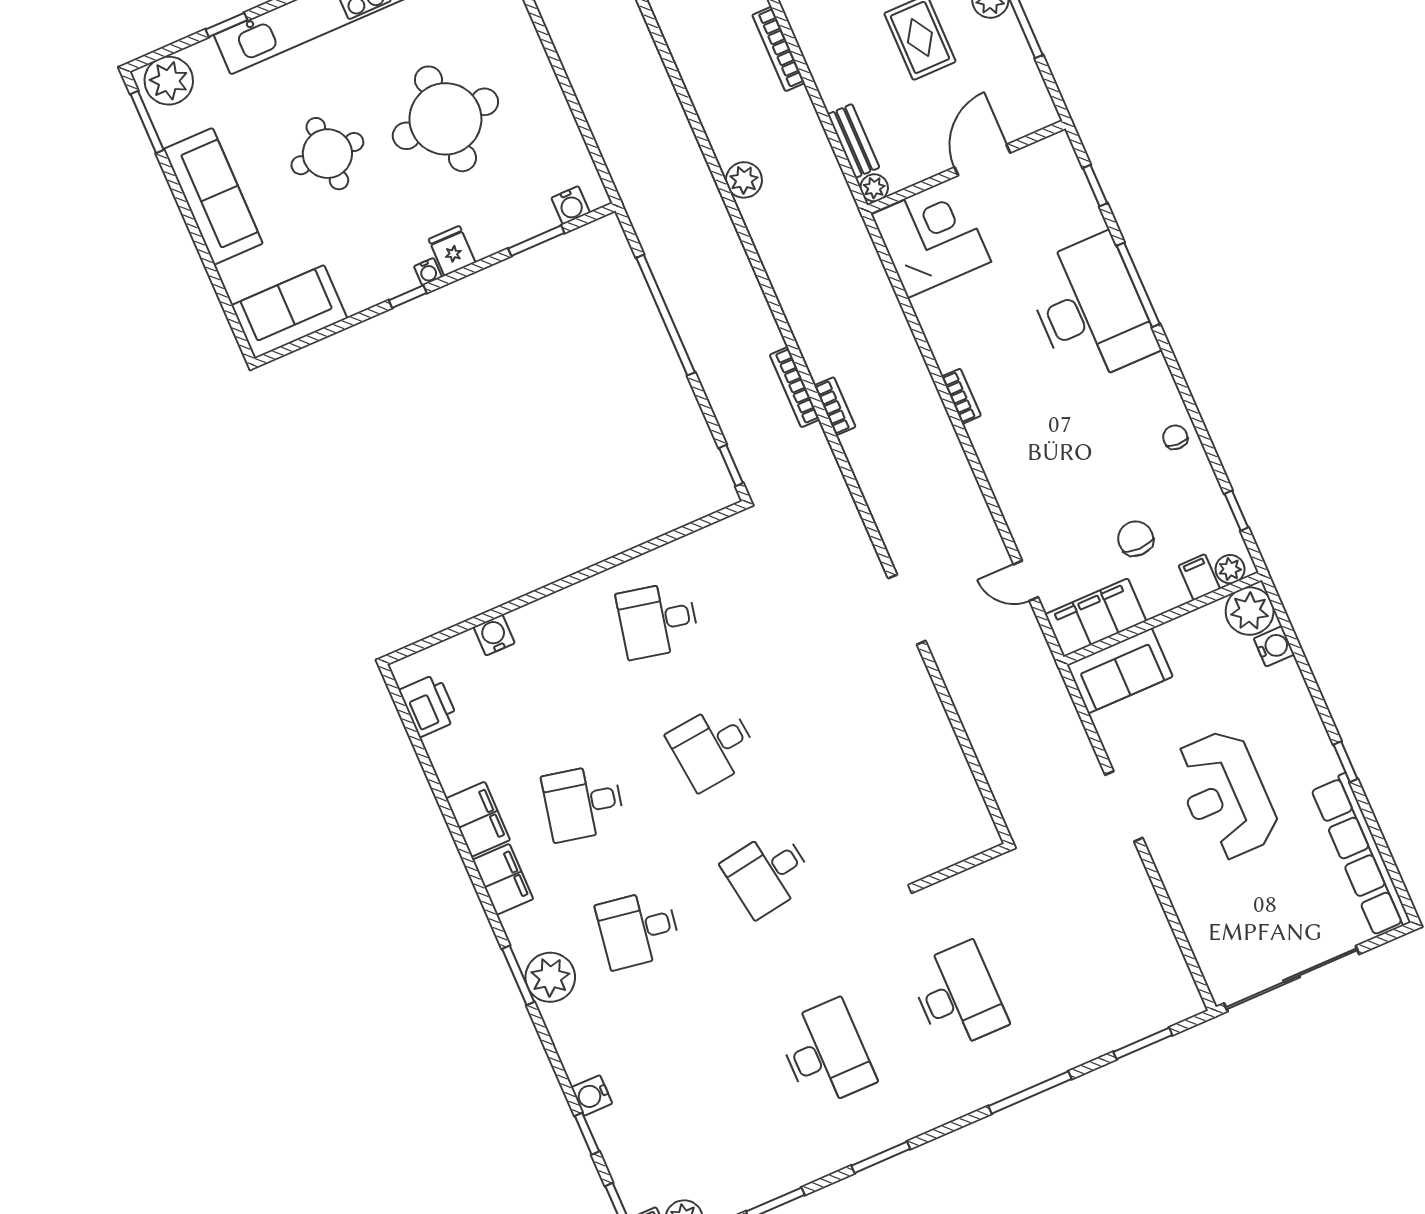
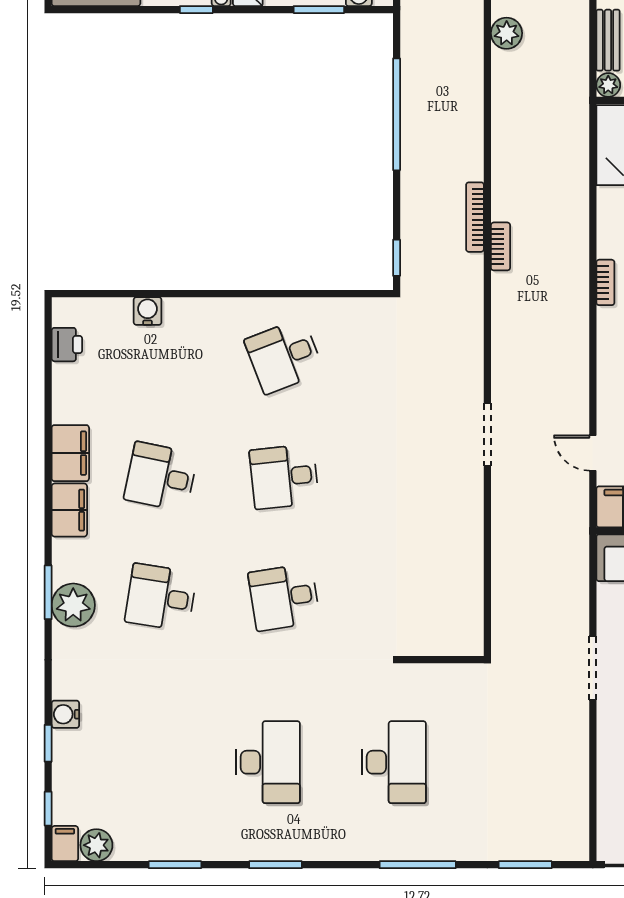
desk: (658, 620) -> (284, 356), turned -33
printer: (429, 705) -> (67, 345), width x0.73, depth x0.81

